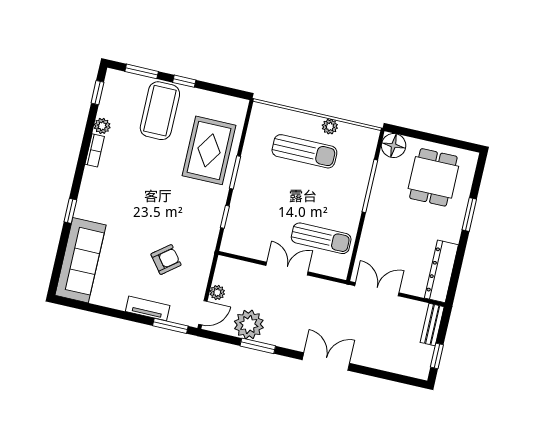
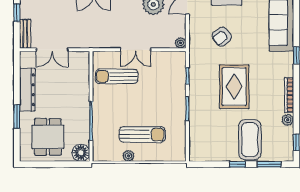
bookcase: (95, 150) -> (289, 95), width x1.56
rug: (209, 150) -> (234, 87), moved
sun lounger: (304, 151) -> (142, 134), turned 180
dresser: (441, 271) -> (27, 90), moved
double door: (377, 289) -> (52, 50), moved
plant: (217, 292) -> (181, 43), moved

